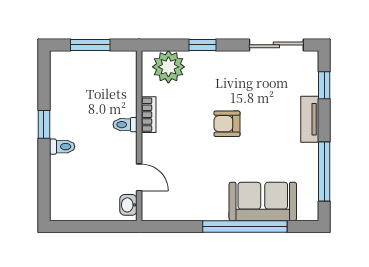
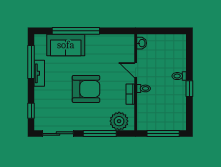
window: (90, 45) -> (163, 134), width x1.44
window: (202, 45) -> (100, 134), width x2.17
tv unit: (310, 119) -> (39, 73), moved
armchair: (227, 124) -> (86, 89), width x1.88, depth x1.88
door: (139, 177) -> (136, 70), moved

